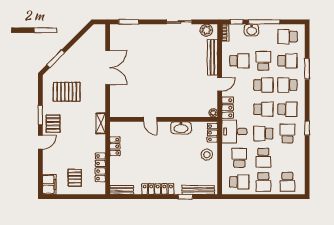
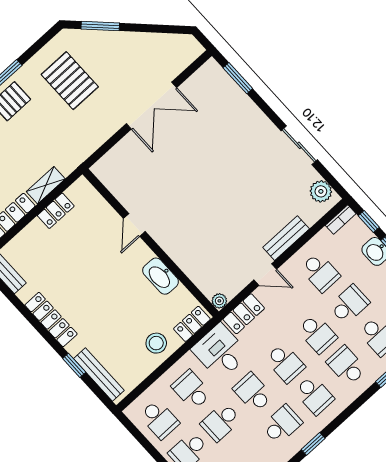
bench: (212, 57) -> (286, 238), width x0.73
shelving: (101, 123) -> (46, 185), moved
school desk: (239, 158) -> (191, 390), turned -90

